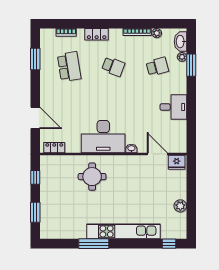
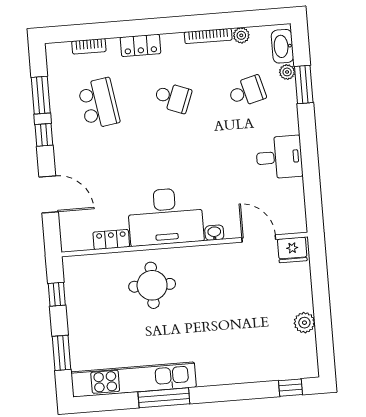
window: (35, 83) -> (44, 135), added
locker: (54, 148) -> (111, 239), moved
kitchen unit: (123, 231) -> (134, 380), moved

